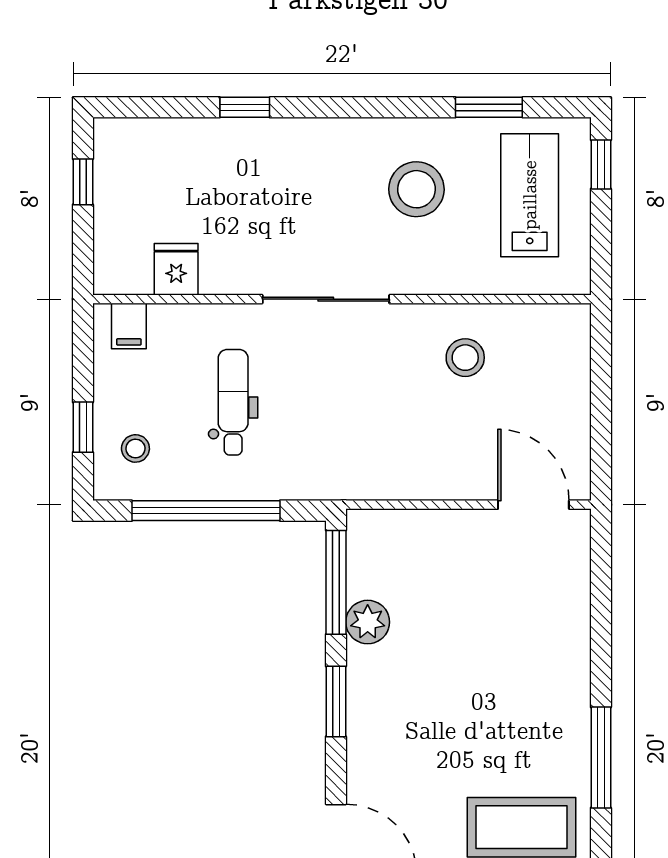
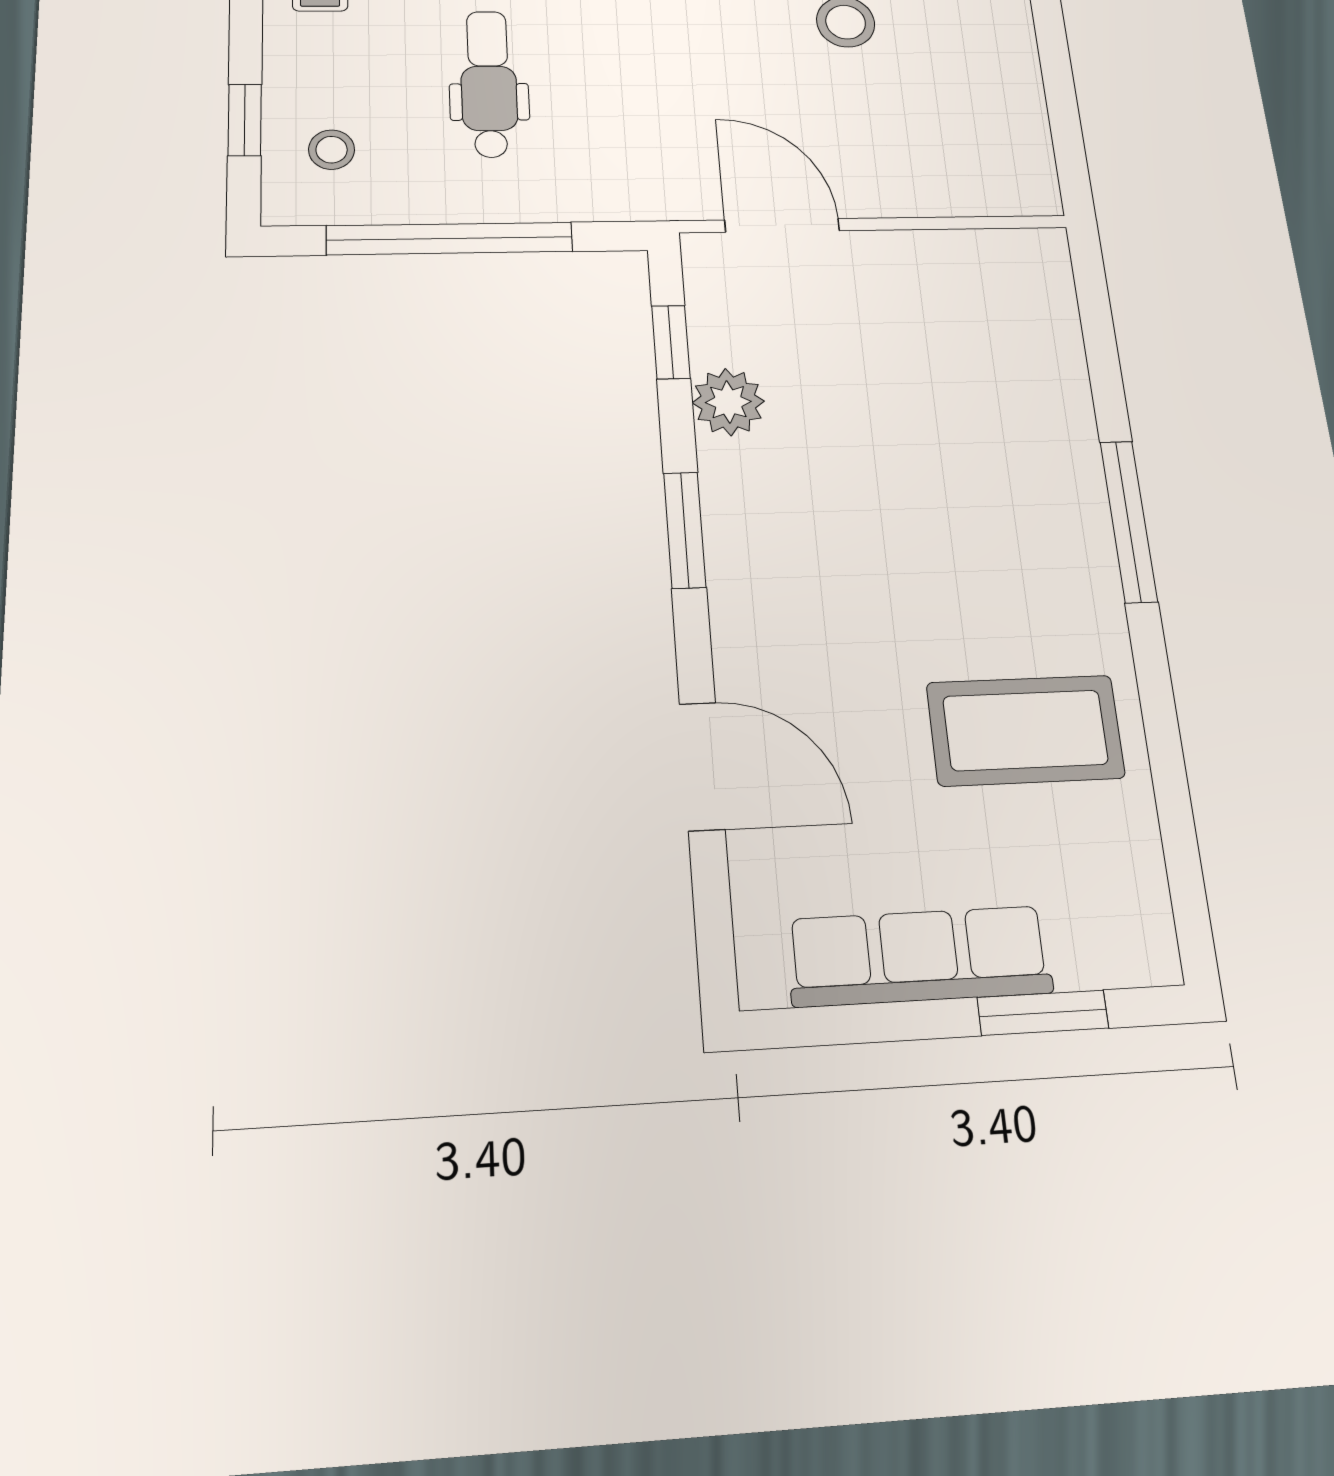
door: (533, 505) -> (782, 225), moved
window: (336, 582) -> (671, 342), width x0.46
window: (601, 758) -> (1129, 521), moved

